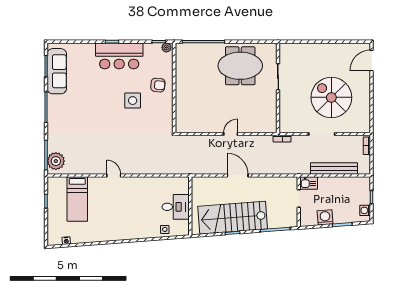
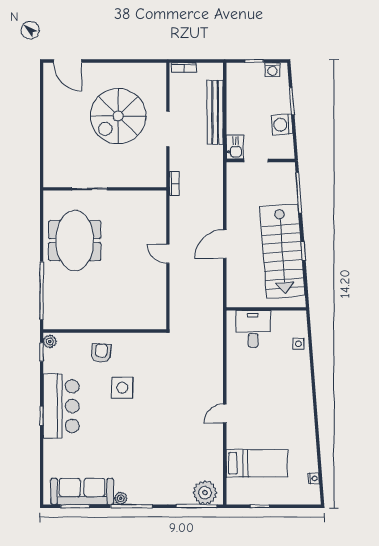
plant: (52, 99) -> (121, 498), added
desk: (176, 207) -> (253, 329), moved

